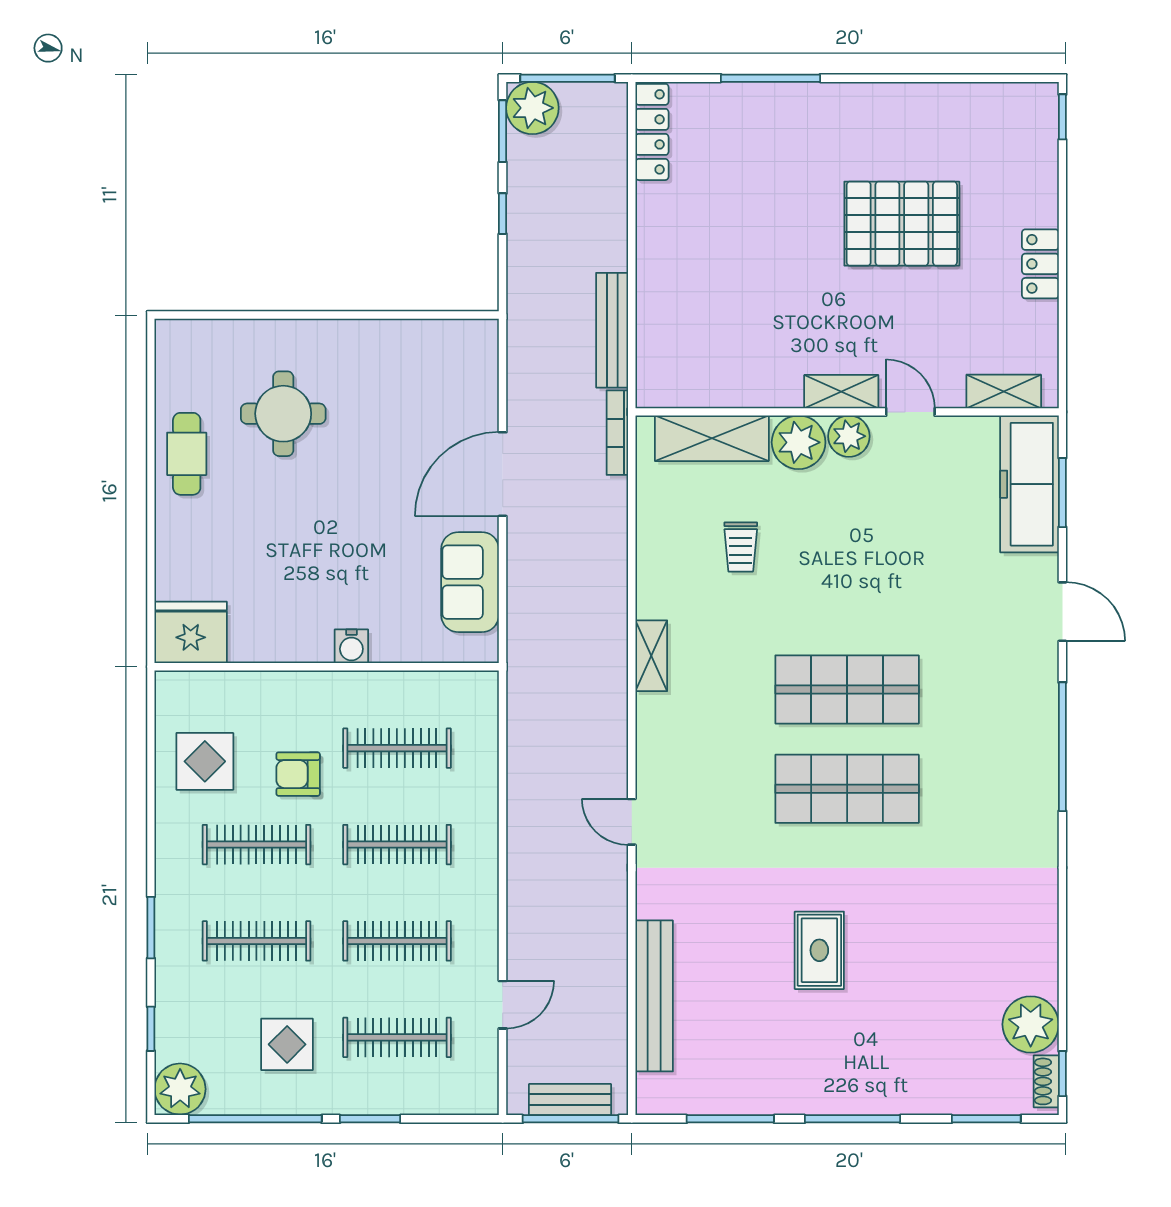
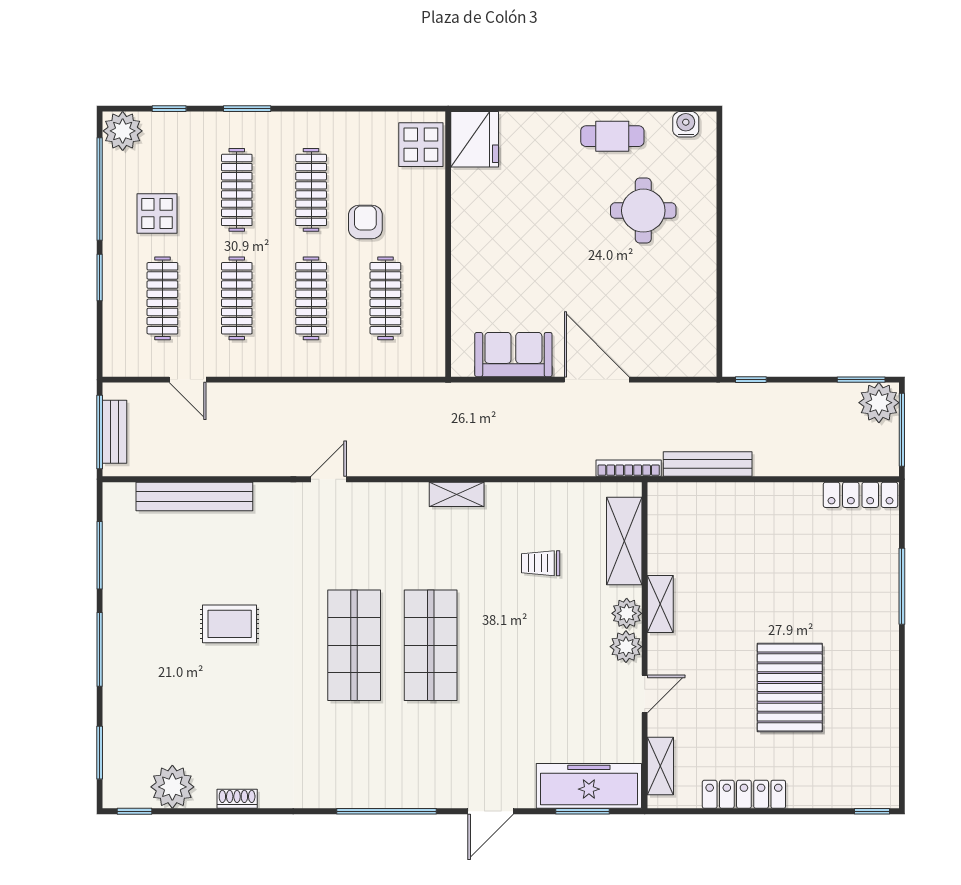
window: (503, 214) -> (751, 380), moved
locker: (1040, 264) -> (744, 794), width x1.53
shelving: (841, 392) -> (660, 604), moved
plant: (799, 442) -> (627, 613), width x0.73, depth x0.73
water cooler: (351, 646) -> (686, 124), moved, turned 90
display table: (205, 761) -> (421, 145), moved
shoe rack: (1046, 1081) -> (237, 799), moved

